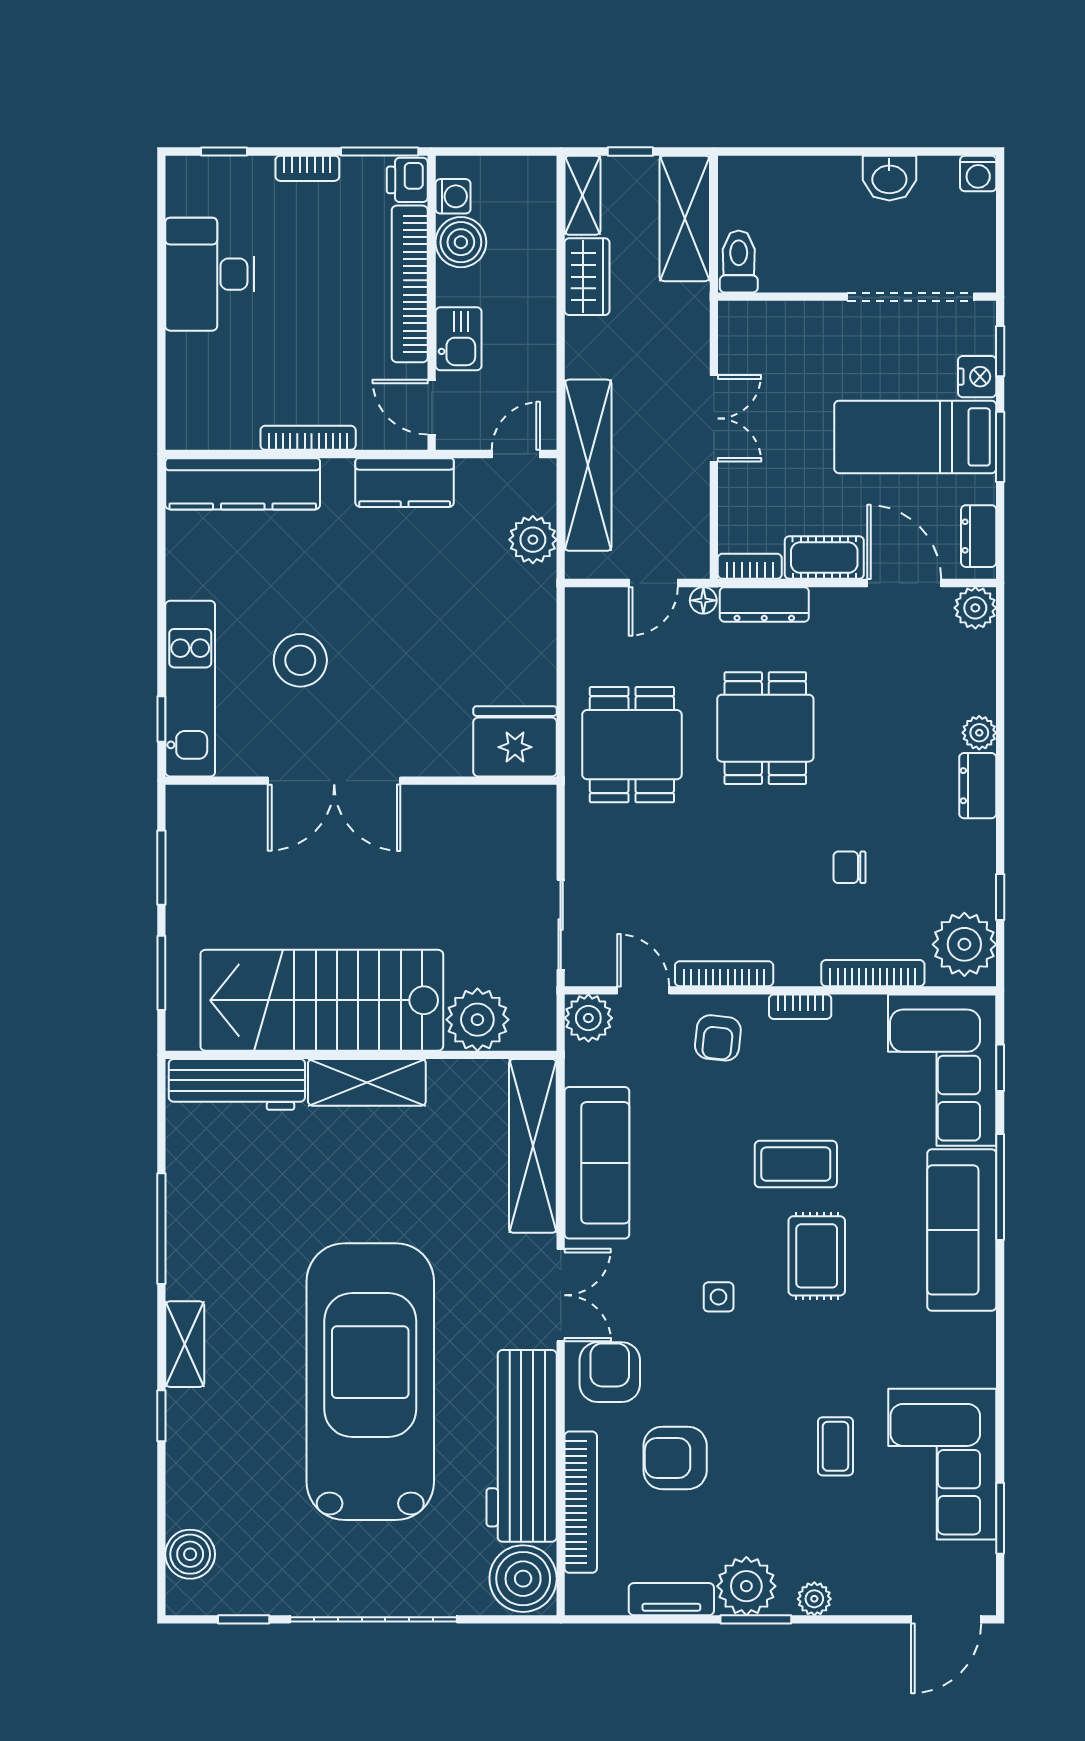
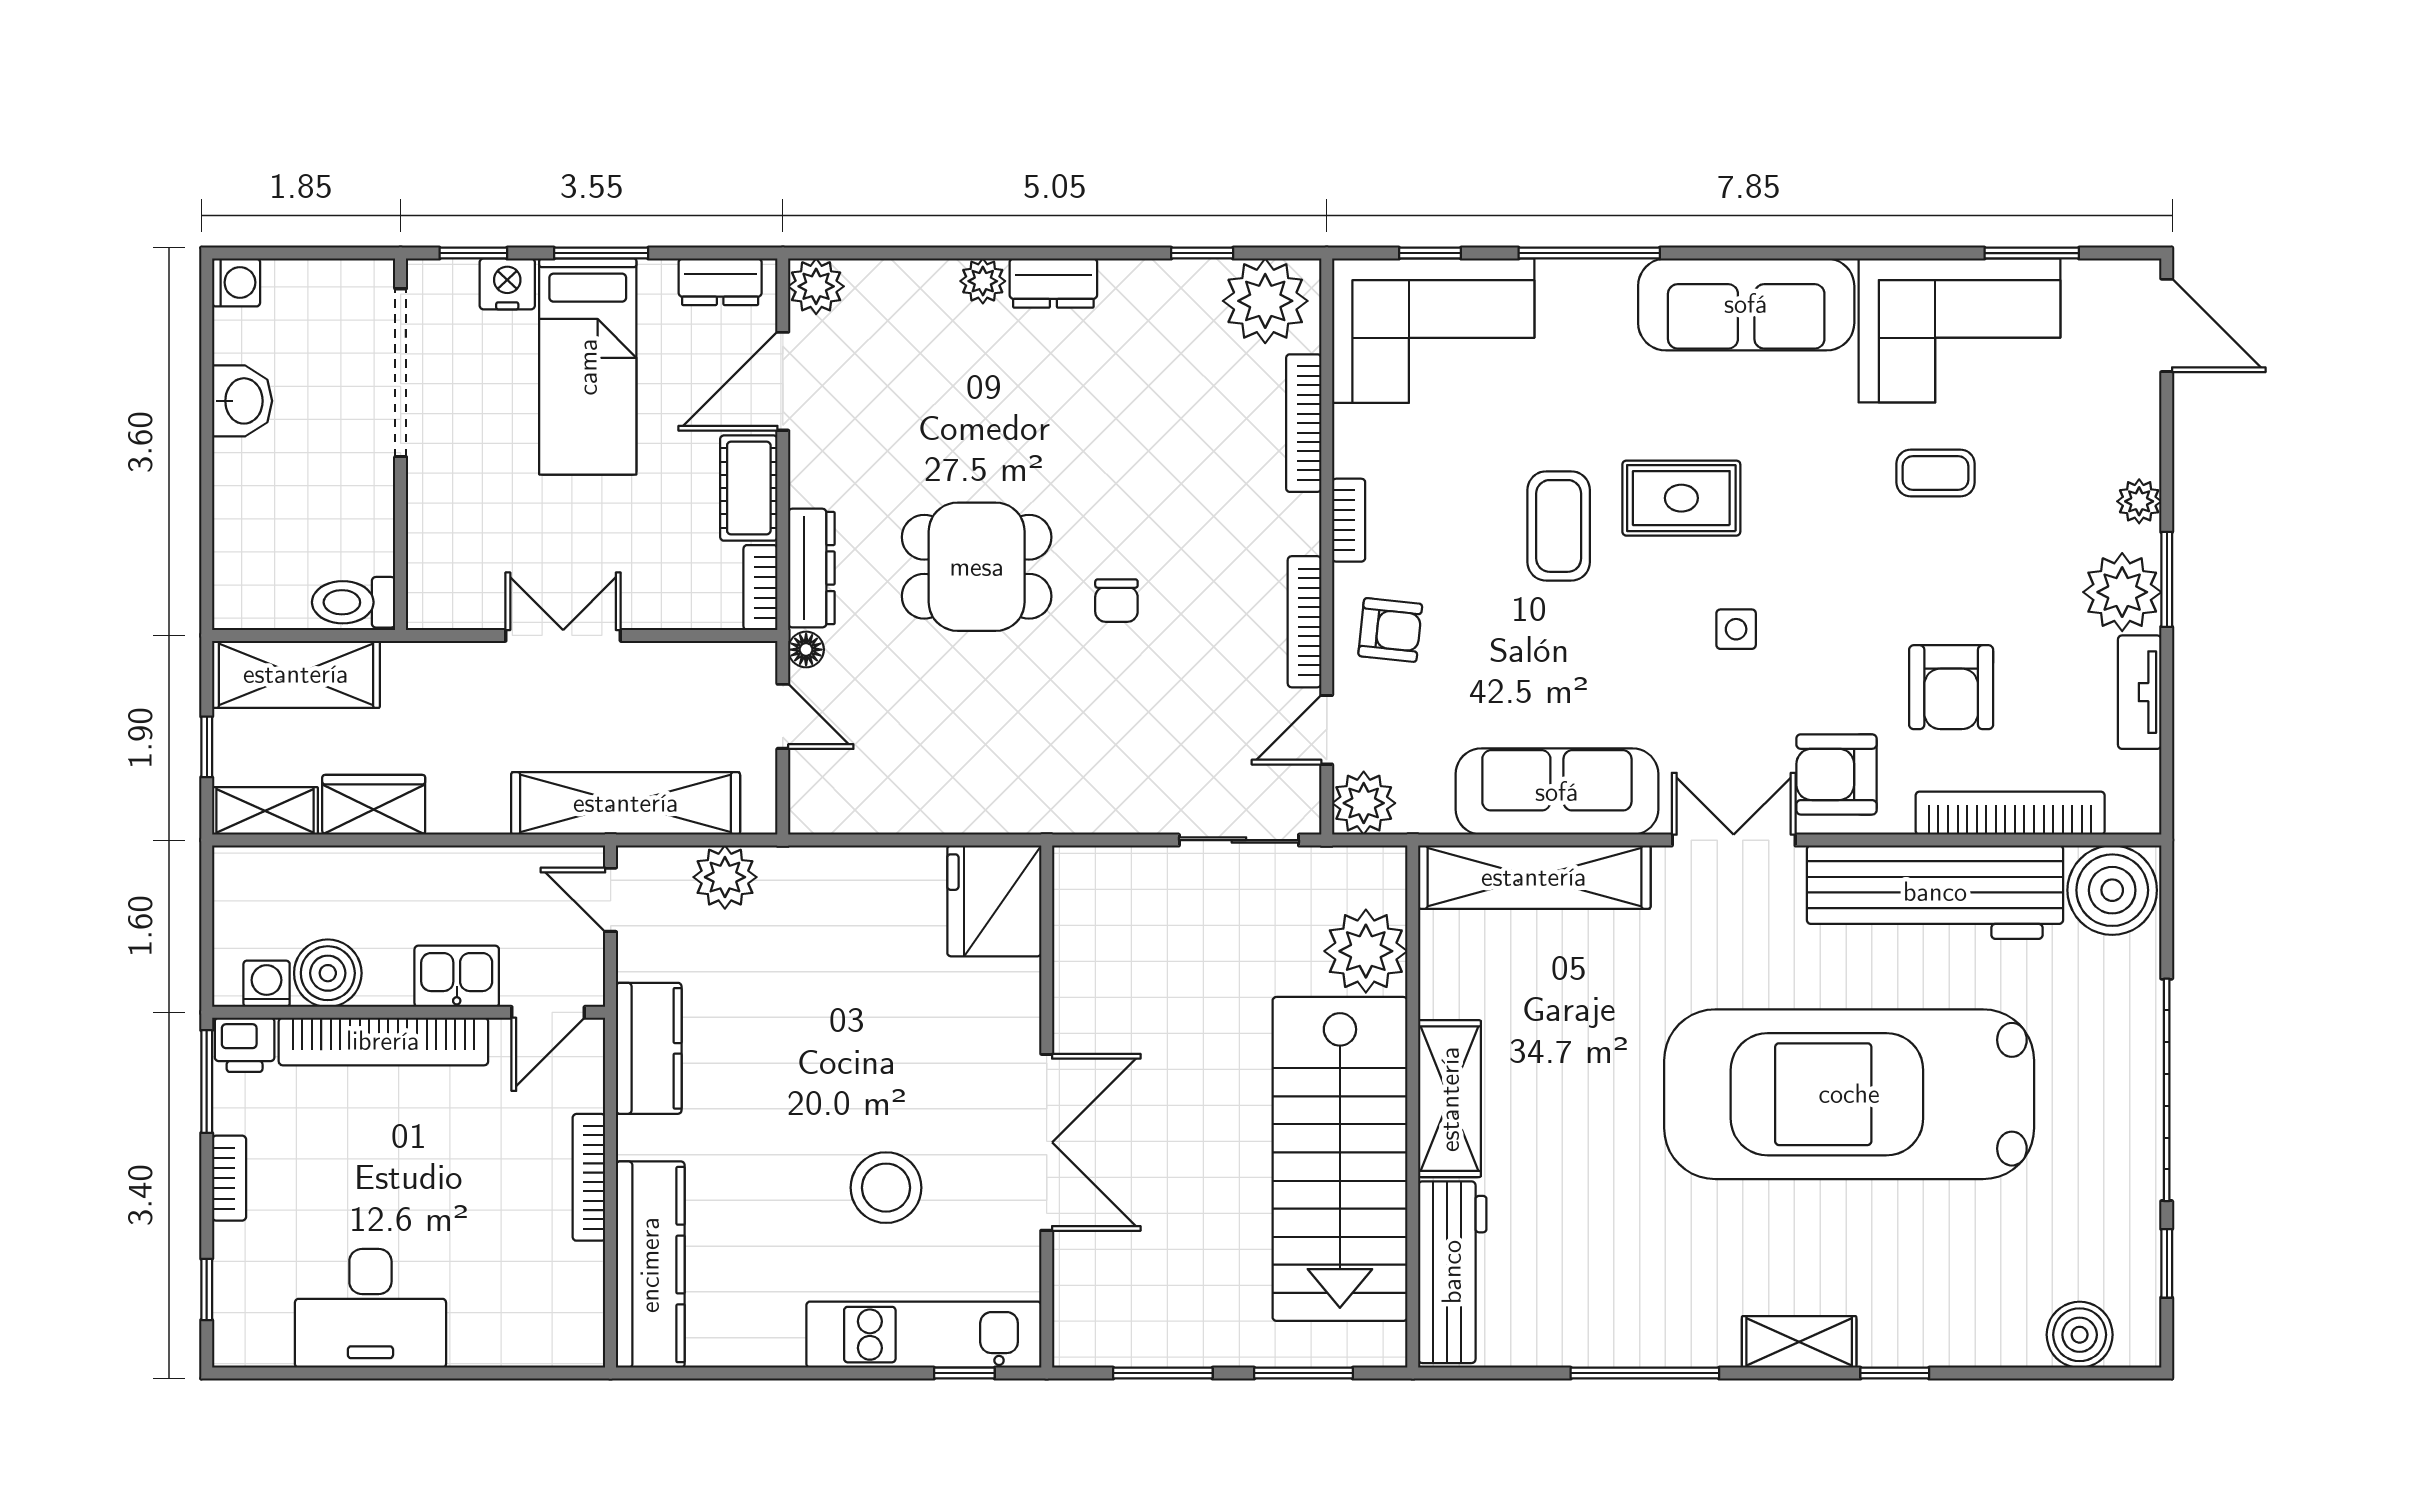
dining table: (632, 745) -> (999, 745), removed
chair: (850, 867) -> (1116, 601), moved
sofa: (962, 1230) -> (1746, 304), moved

